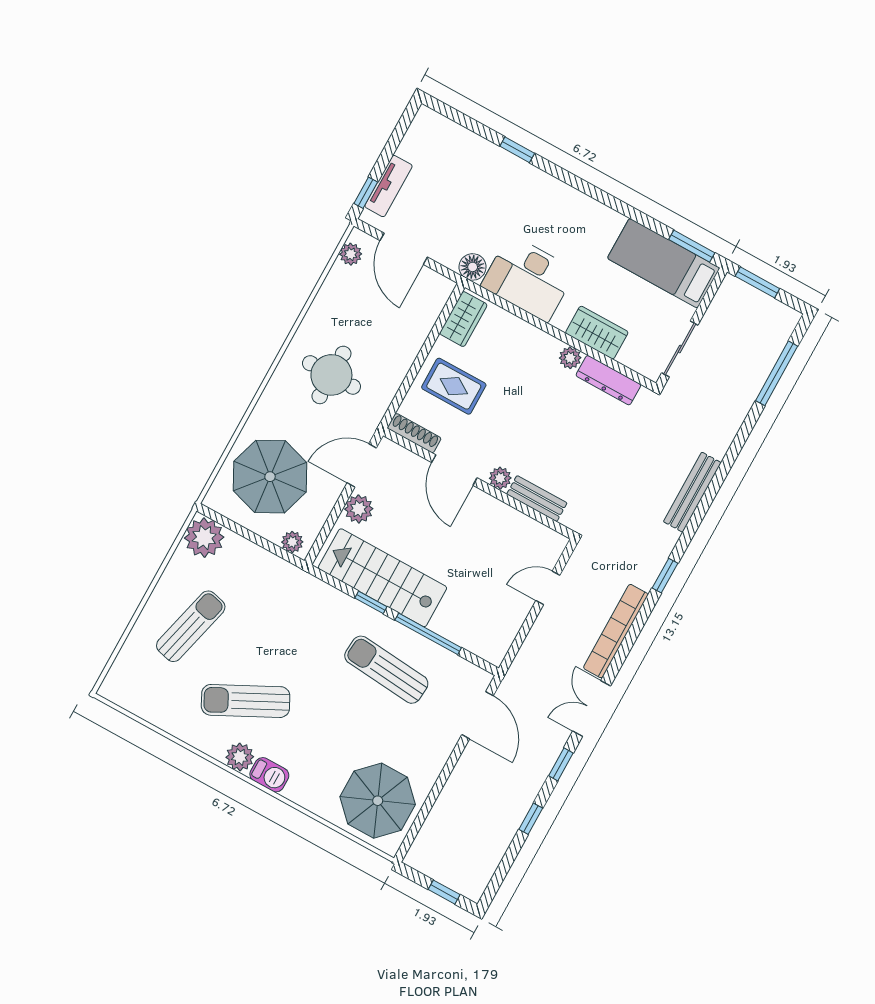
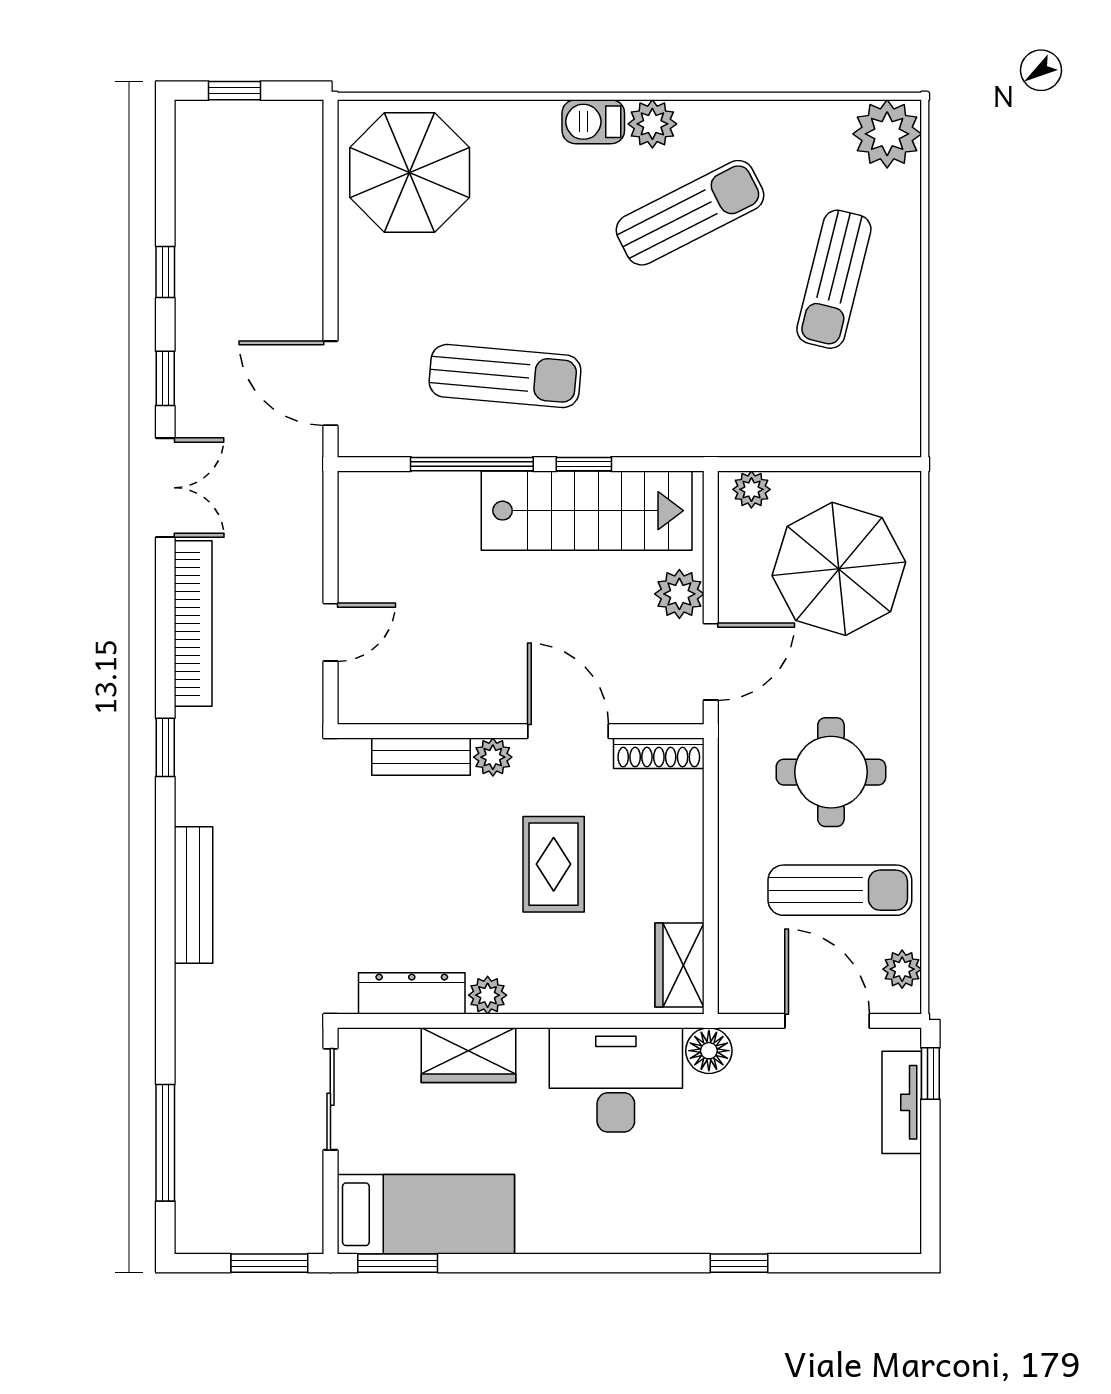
sun lounger: (360, 312) -> (840, 890), added
rug: (454, 386) -> (554, 864), moved, turned 90
plant: (204, 538) -> (887, 134), moved

